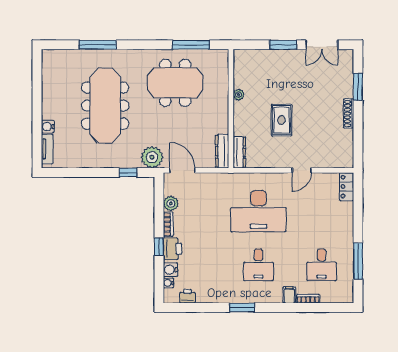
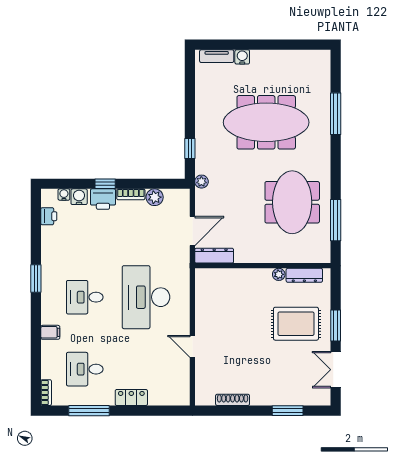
shoe rack: (349, 114) -> (233, 400), moved
rug: (282, 120) -> (296, 324), moved, width x1.36, depth x1.43
dresser: (239, 152) -> (304, 275), moved
plant: (152, 157) -> (201, 182), width x0.53, depth x0.53
door: (182, 170) -> (192, 231), moved
locker: (346, 187) -> (131, 397), moved
bookcase: (308, 299) -> (46, 393), moved

